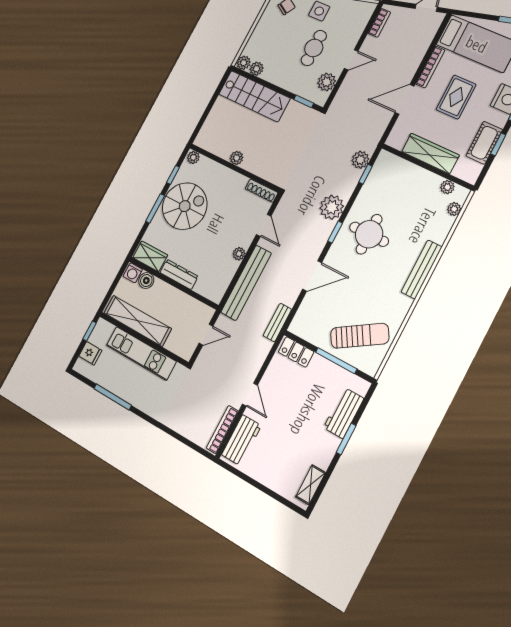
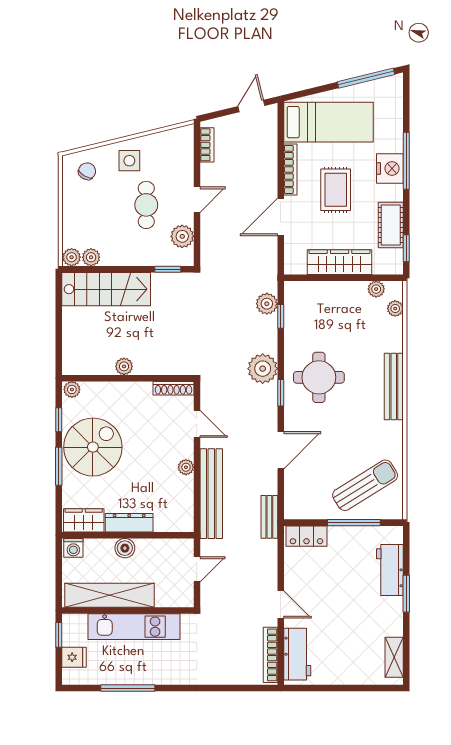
window: (498, 144) -> (406, 248), moved
boiler: (146, 281) -> (125, 548), moved

